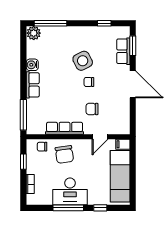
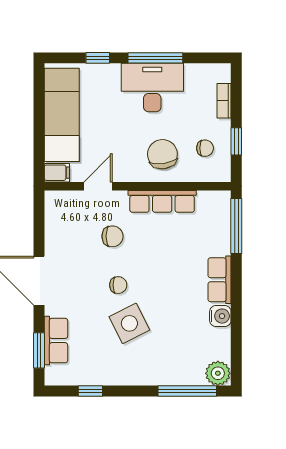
chair: (42, 147) -> (205, 148), moved

